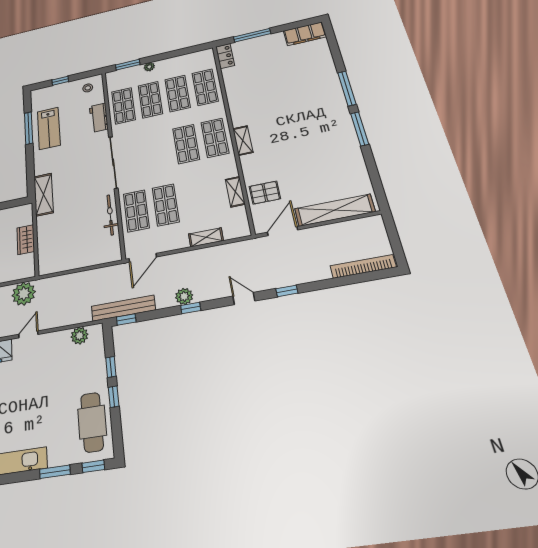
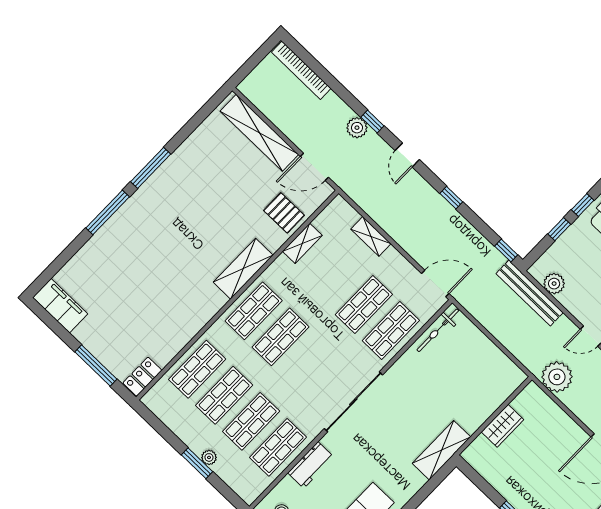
window: (128, 65) -> (197, 463), moved
shelving: (243, 140) -> (243, 269), width x1.50, depth x1.33
bicycle: (110, 215) -> (438, 330), moved
plant: (184, 296) -> (357, 128), moved
bench: (123, 308) -> (530, 293), moved

